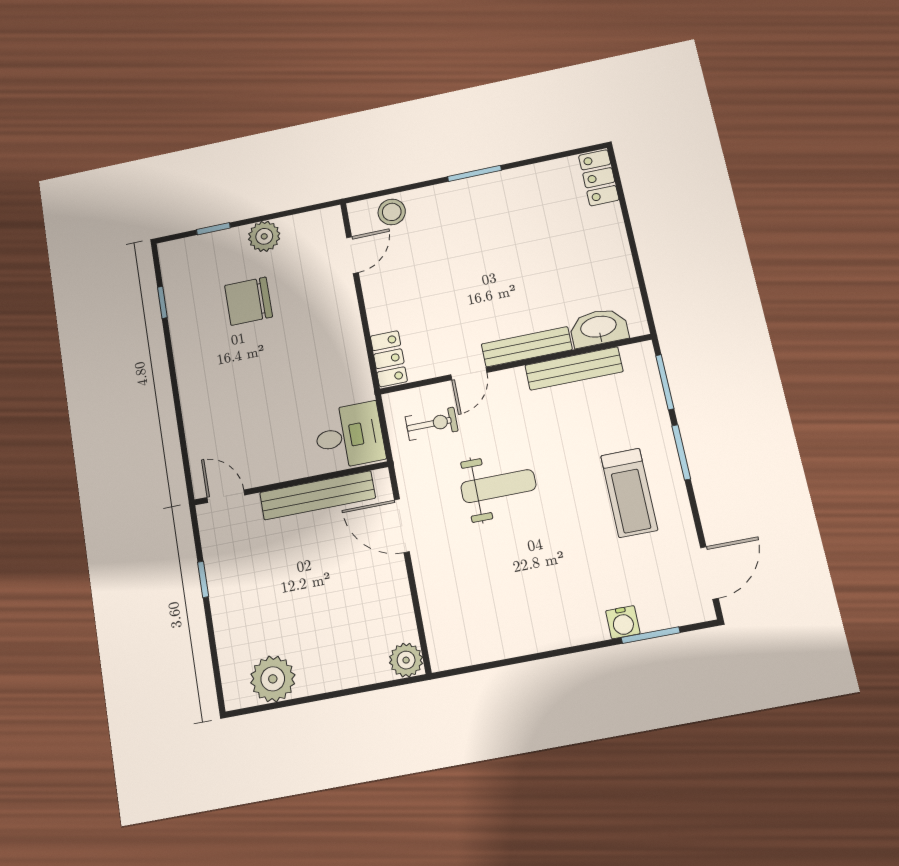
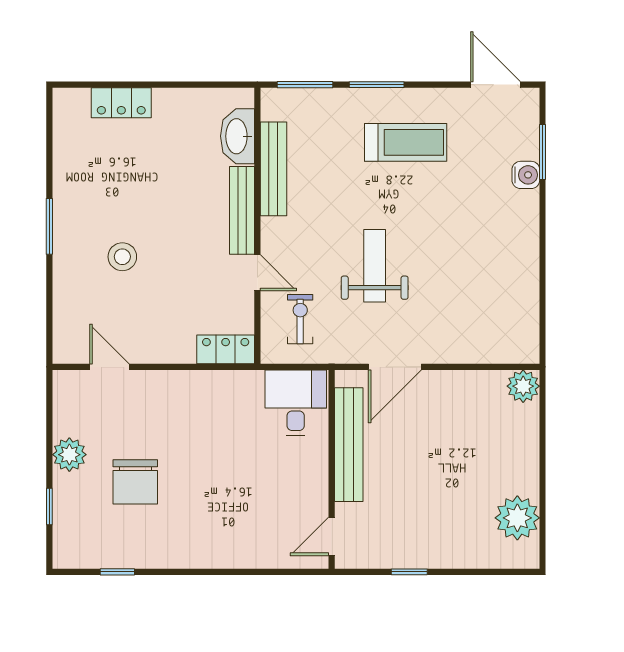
locker: (599, 178) -> (121, 103), moved
stool: (392, 212) -> (122, 257), moved

